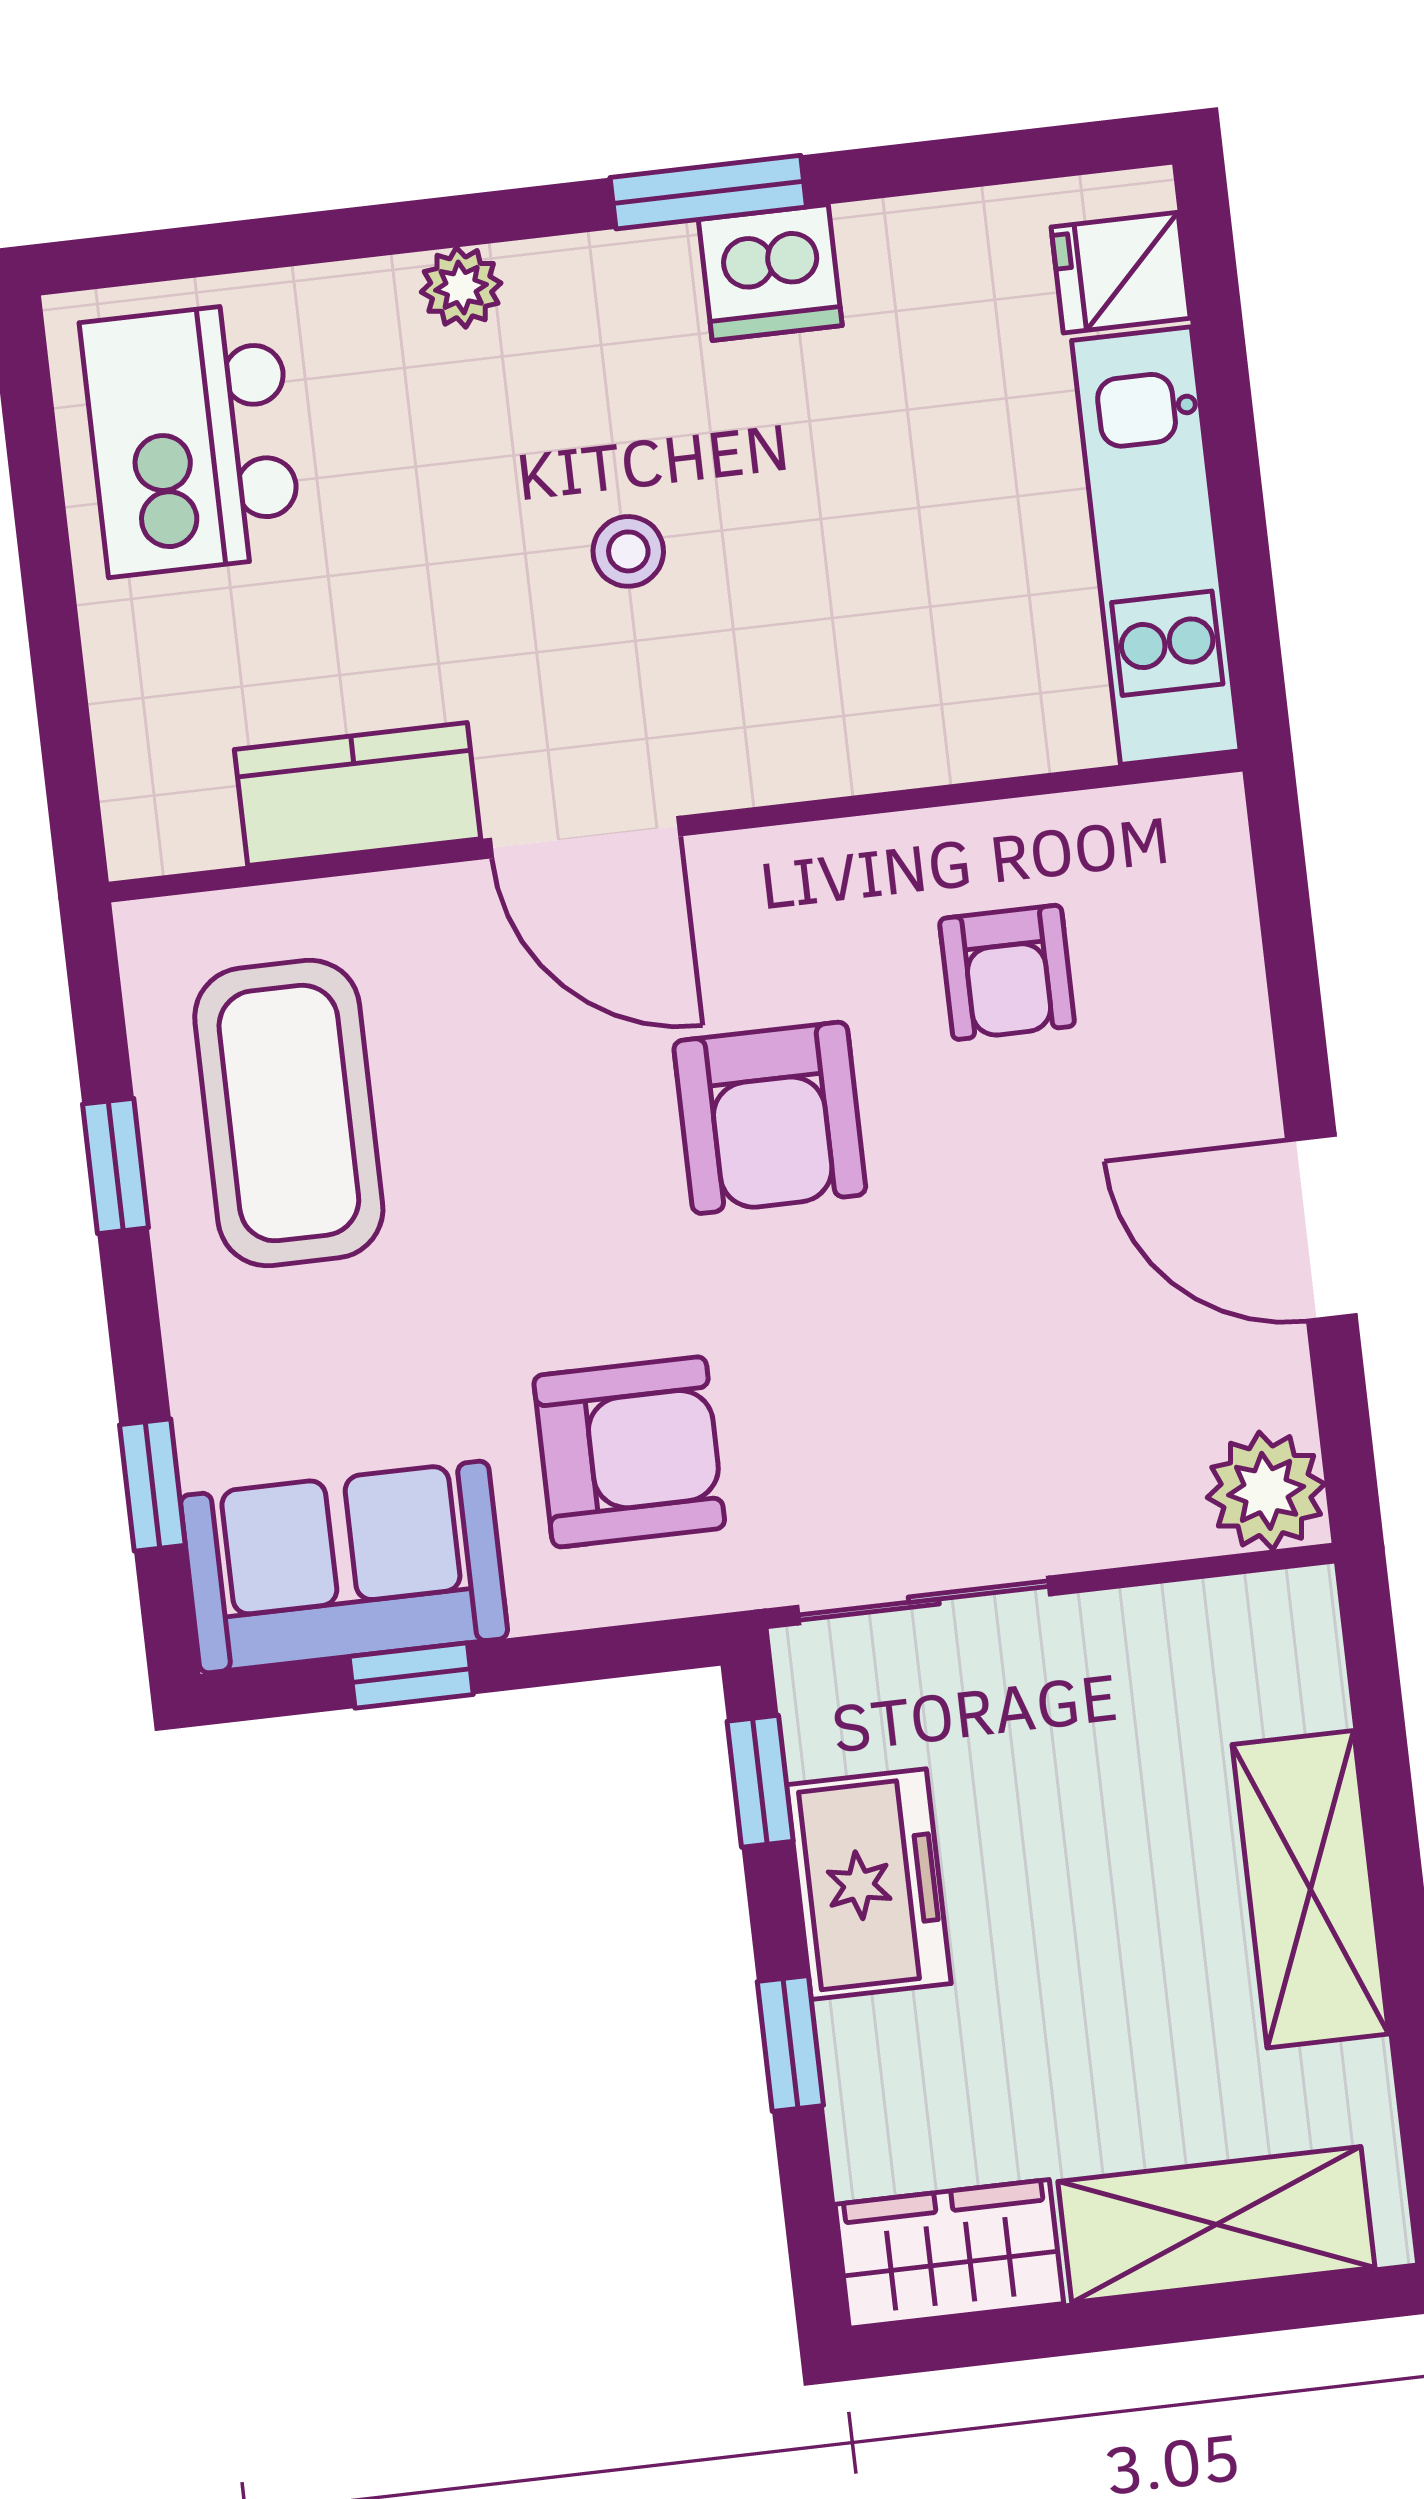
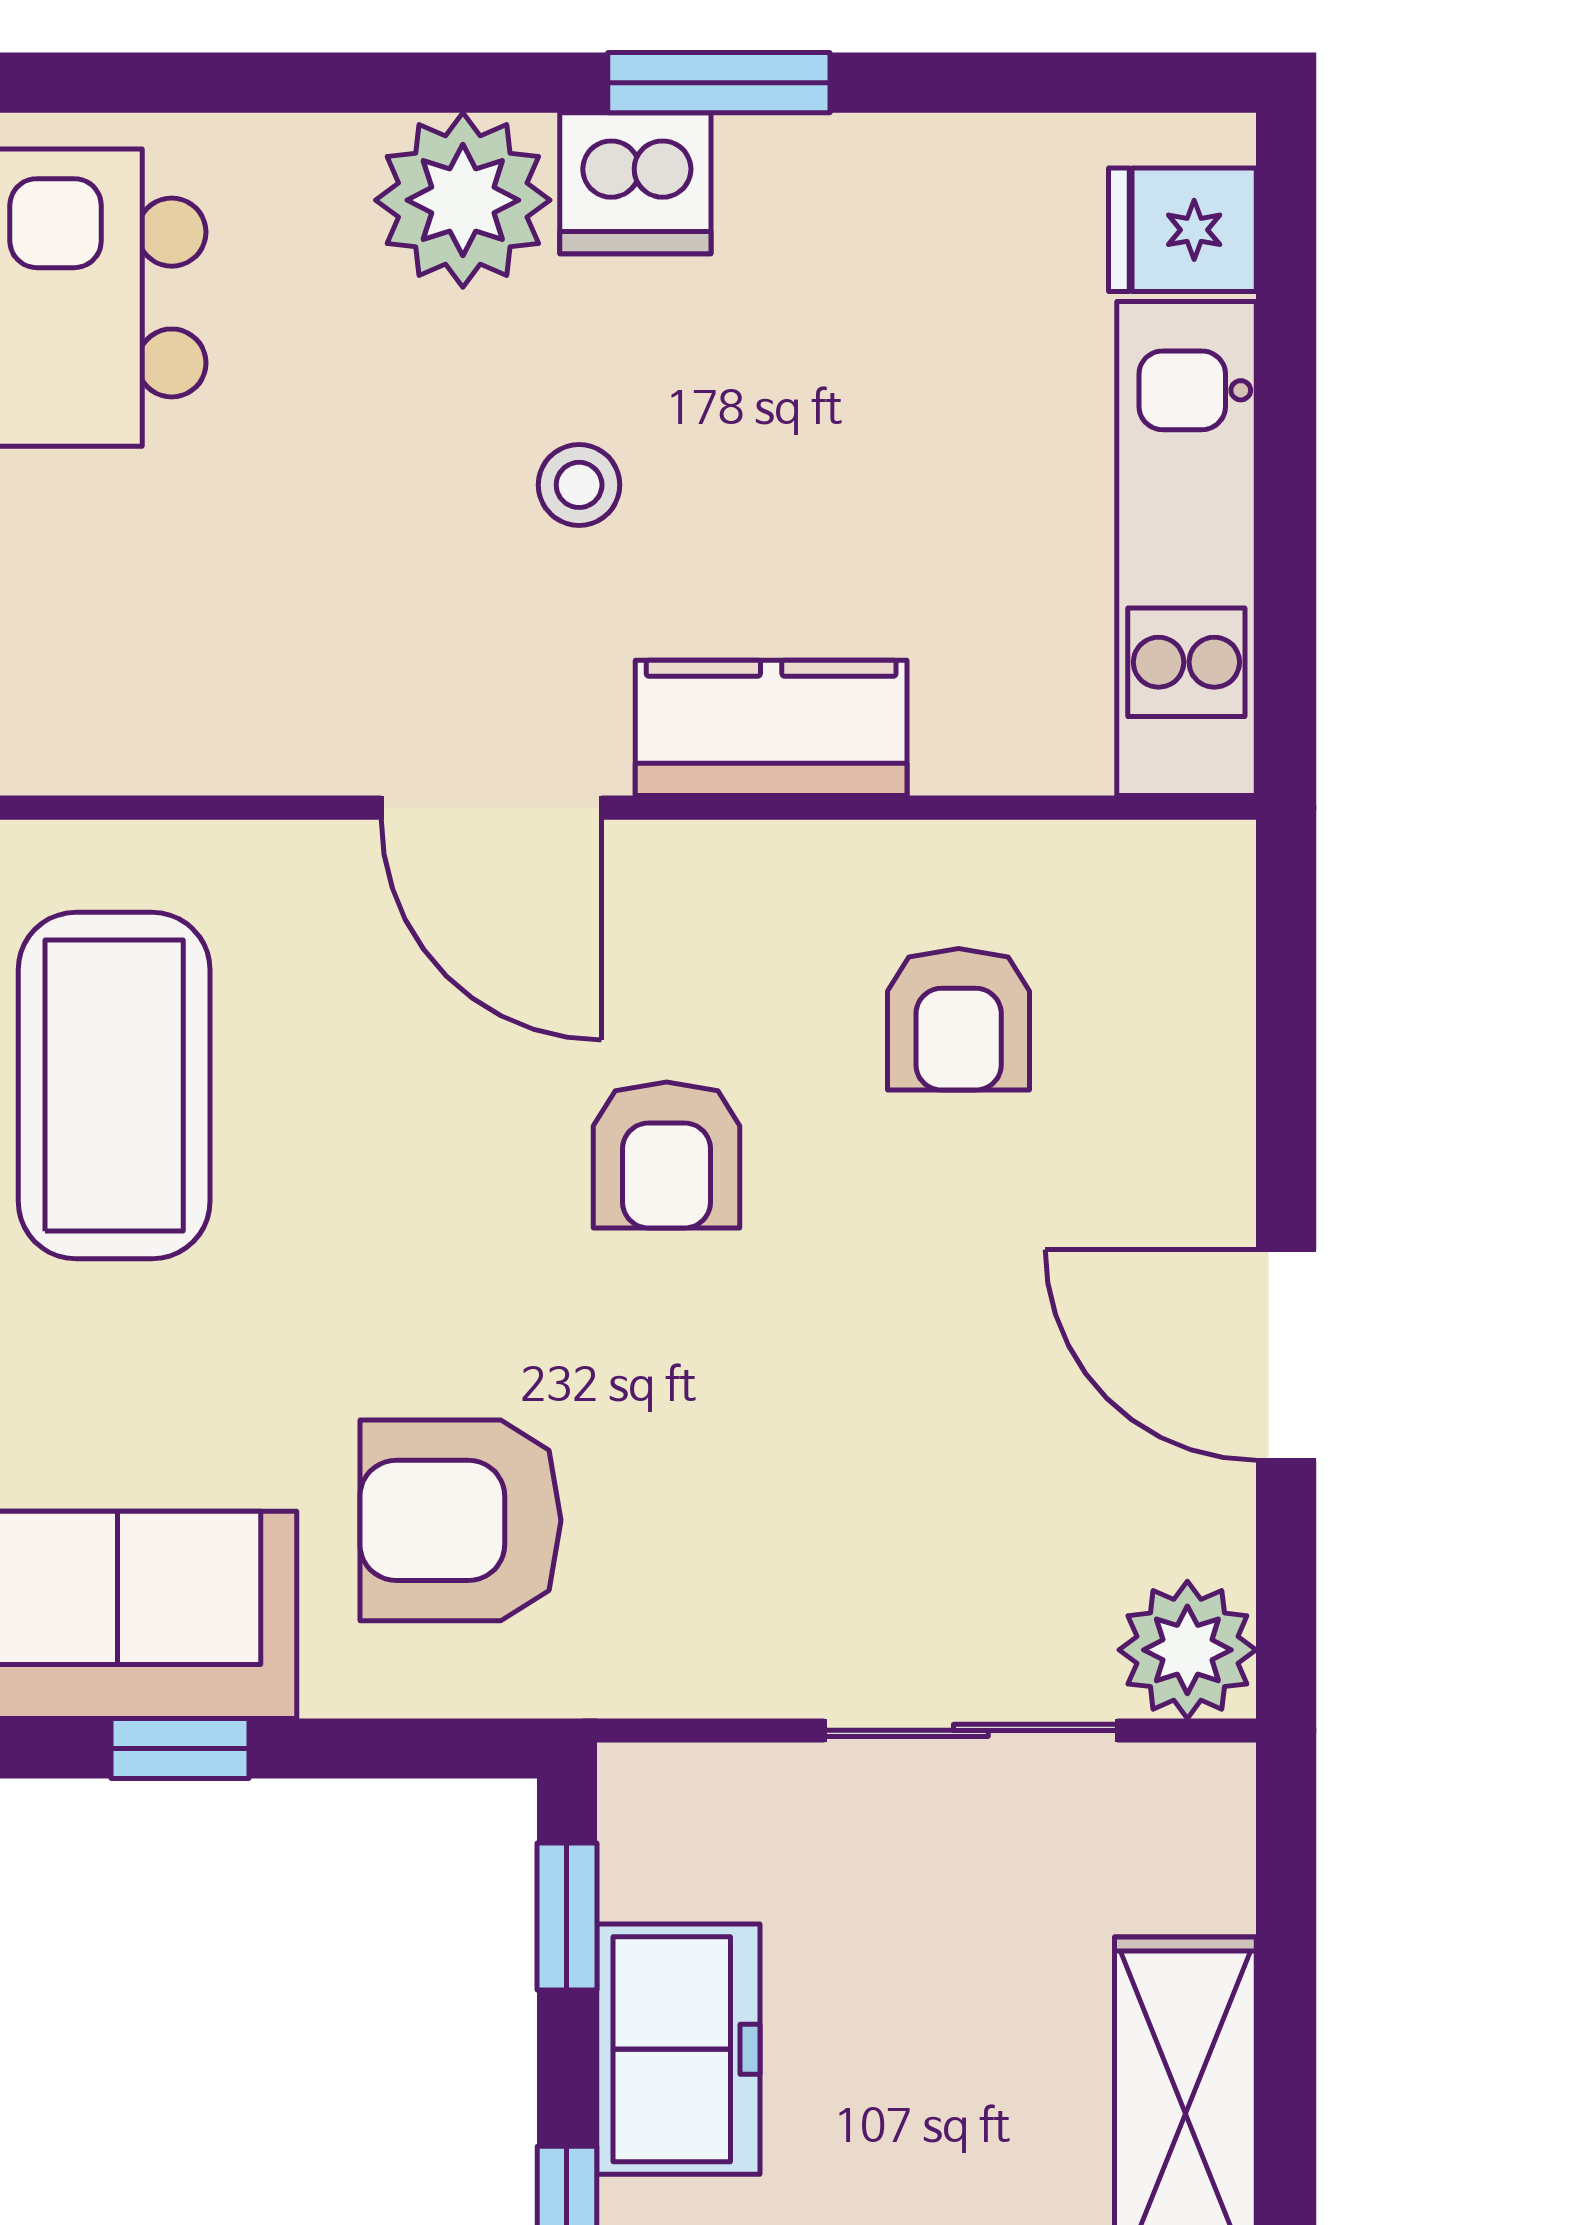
dishwasher: (770, 273) -> (635, 183), moved
plant: (461, 287) -> (463, 200), width x1.88, depth x1.88
kitchen counter: (358, 794) -> (771, 728), moved
armchair: (770, 1118) -> (667, 1155), width x0.72, depth x0.72
armchair: (629, 1452) -> (460, 1520), turned 180
sliding door: (924, 1601) -> (971, 1730), moved

